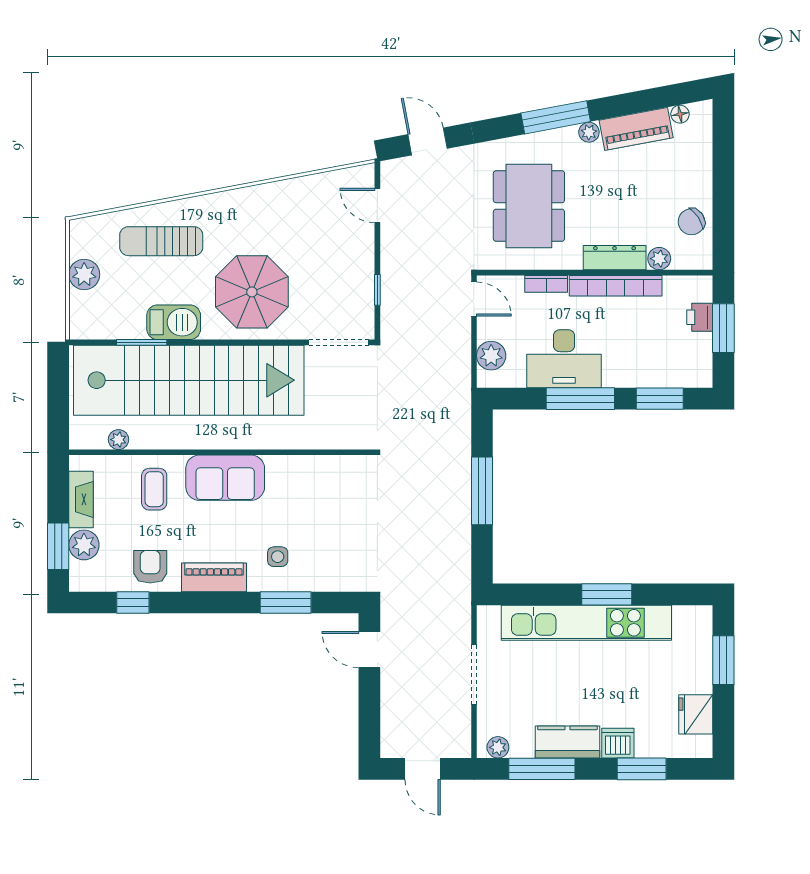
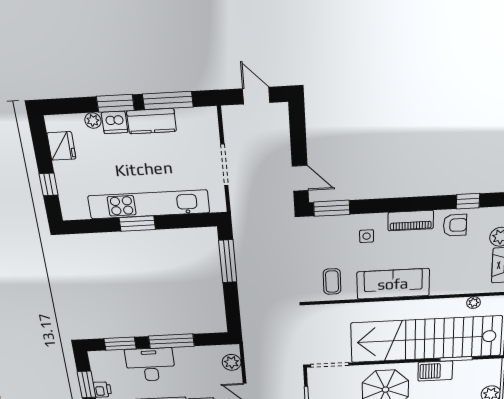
desk: (564, 359) -> (150, 365), moved
sofa: (225, 478) -> (393, 284), width x1.36
coffee table: (154, 489) -> (332, 282), moved
window: (482, 491) -> (228, 261), moved
armchair: (150, 567) -> (455, 225), turned -90
window: (286, 603) -> (332, 208), moved
window: (723, 660) -> (49, 184), width x0.67
plant: (498, 747) -> (93, 120), moved
window: (642, 769) -> (115, 103), moved

